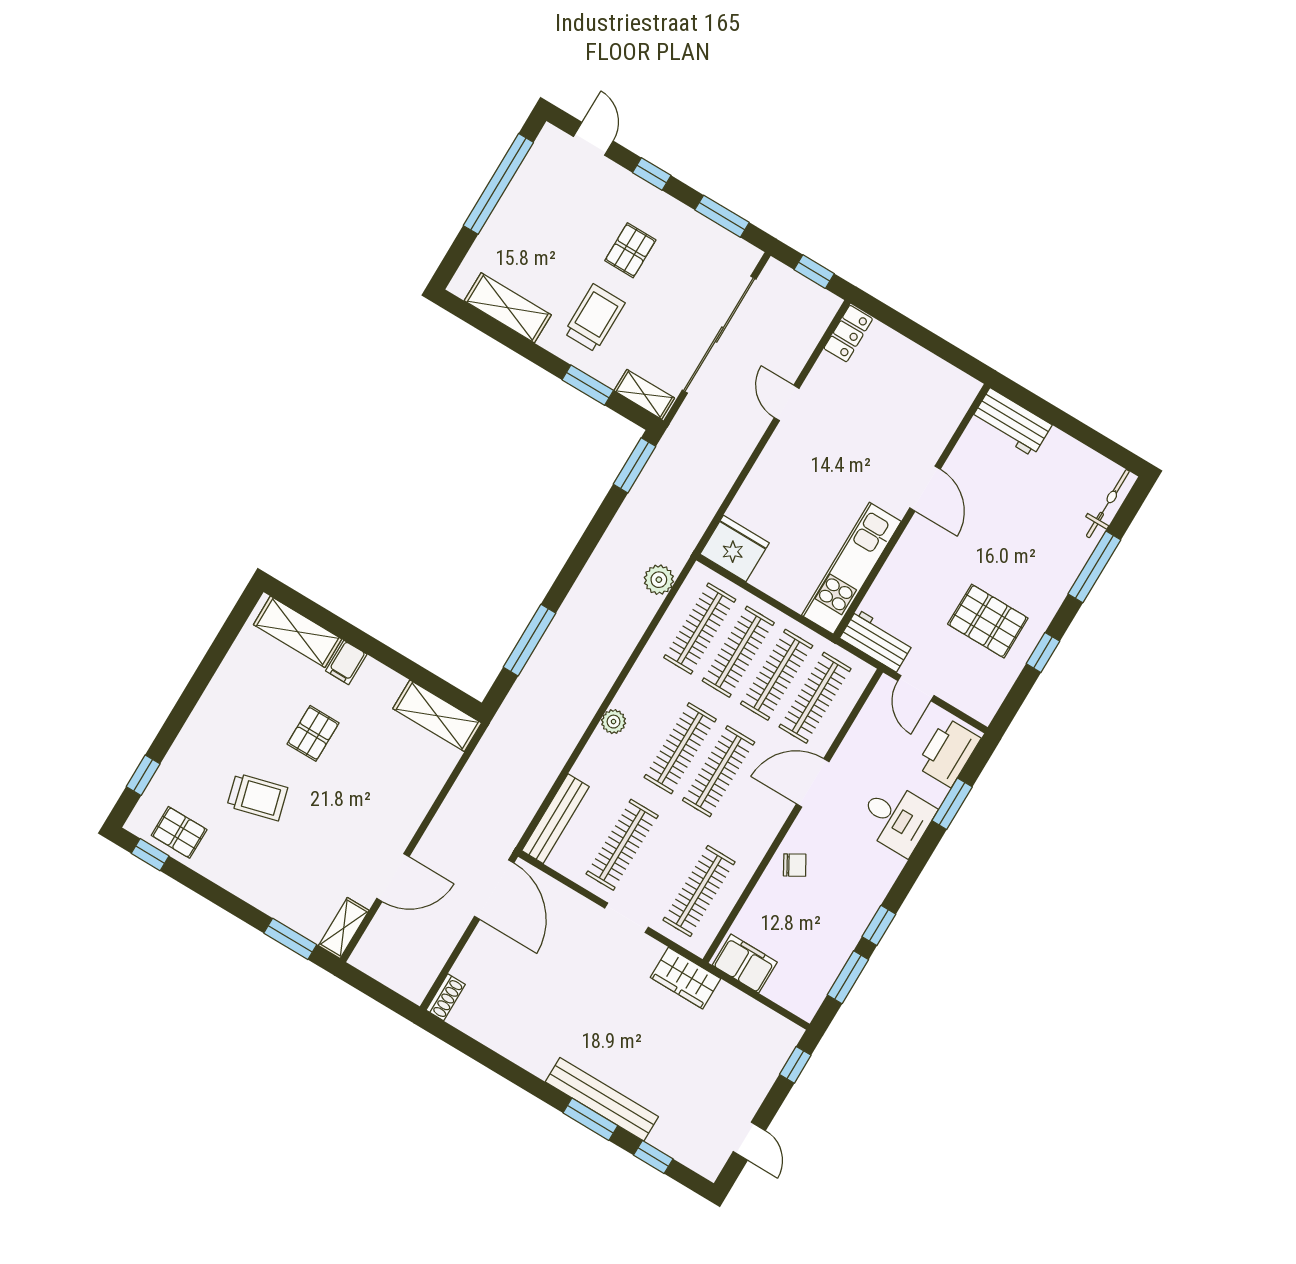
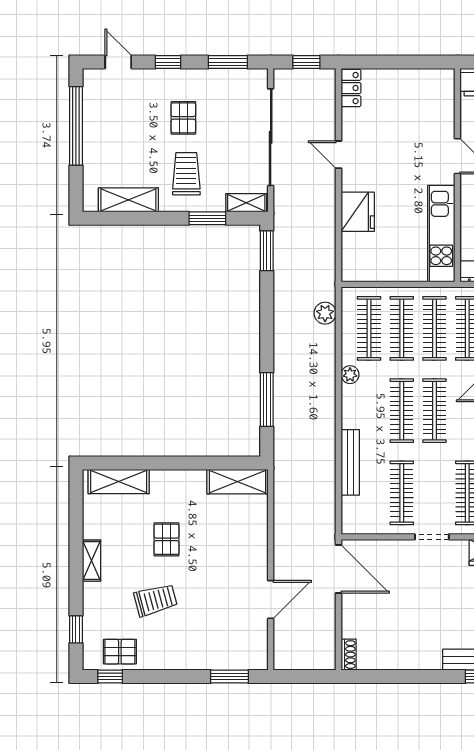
fridge: (735, 549) -> (358, 212), moved, turned 90
filing cabinet: (346, 662) -> (161, 482), removed
plant: (614, 722) -> (350, 375), moved
bench: (556, 819) -> (350, 462), moved
shelving: (344, 928) -> (91, 561), moved

